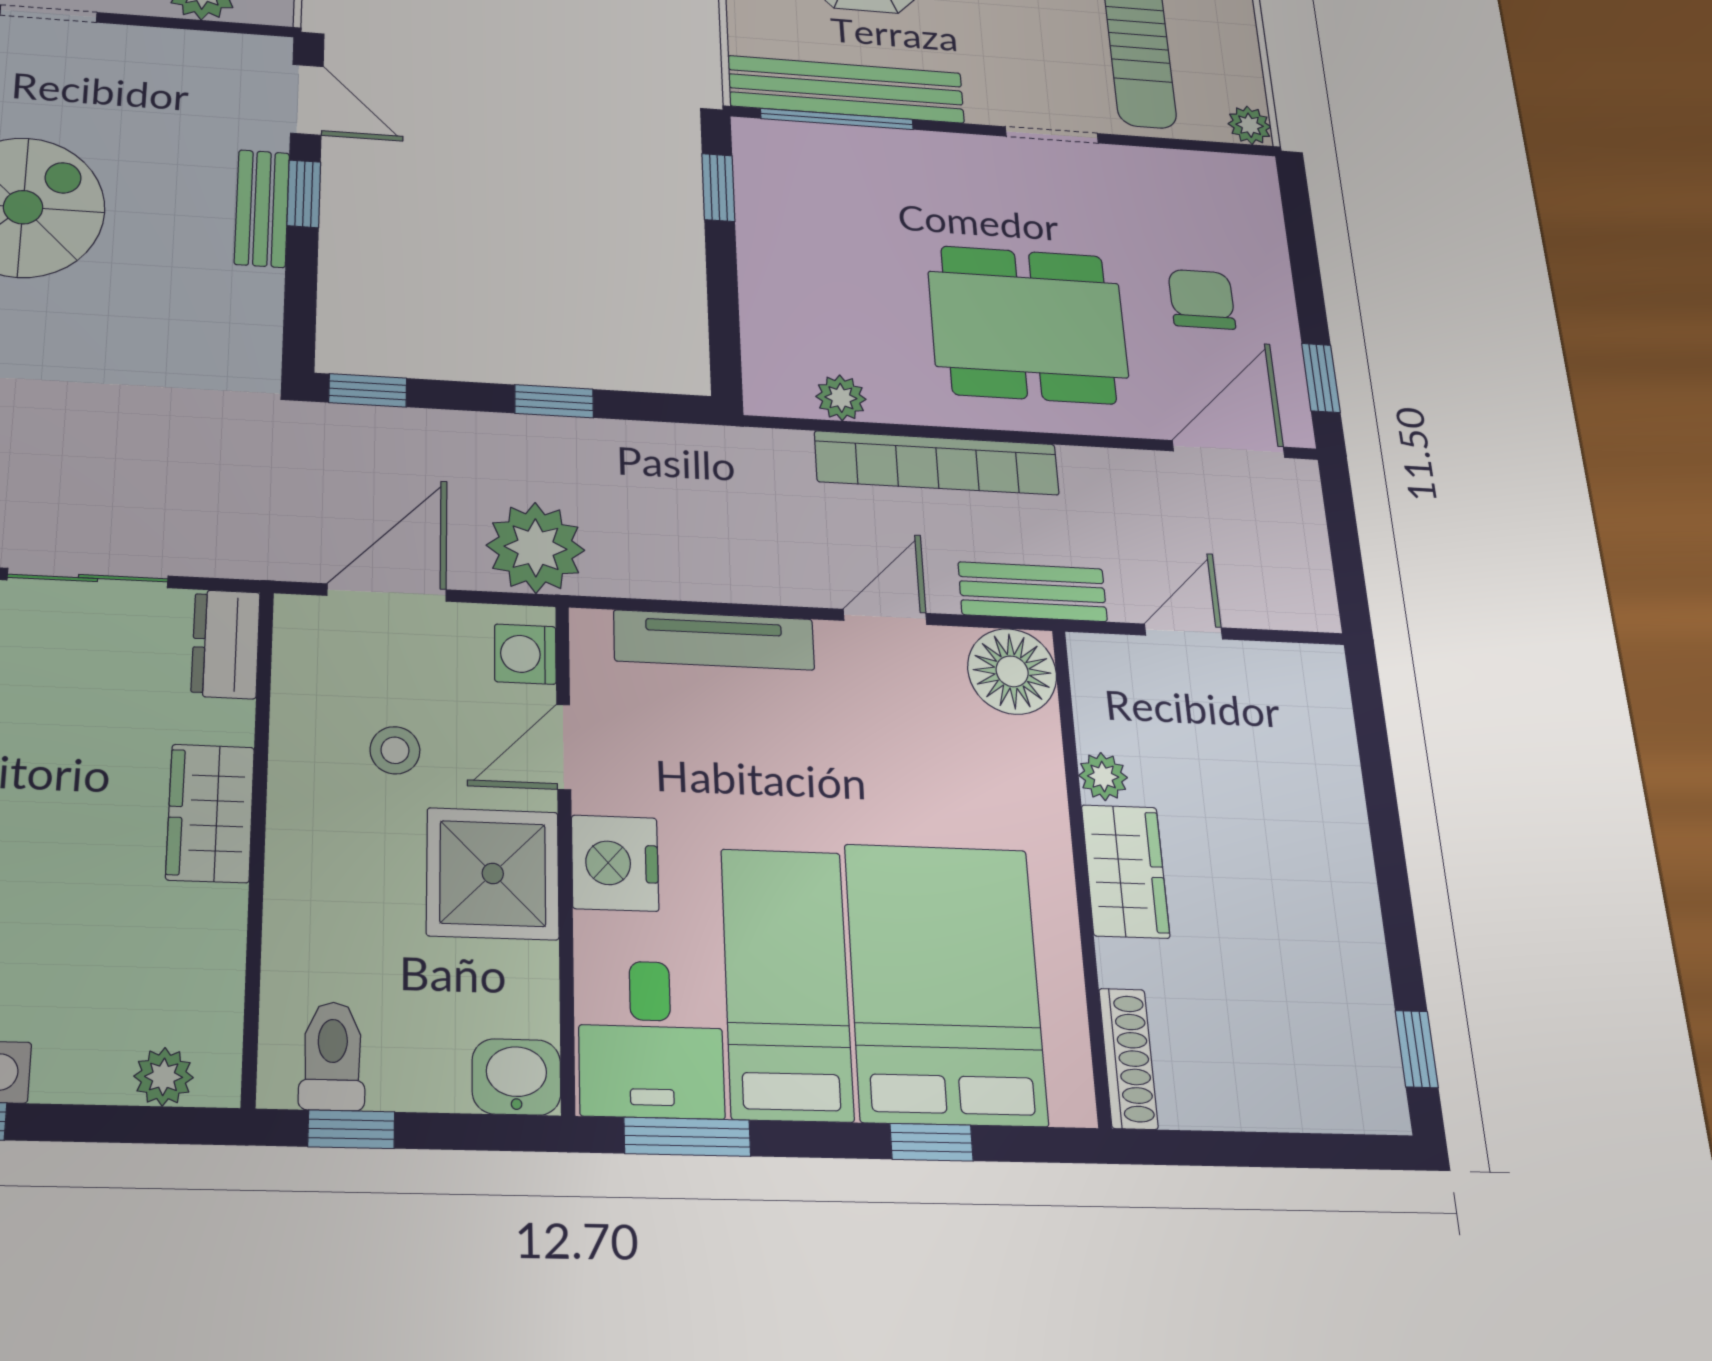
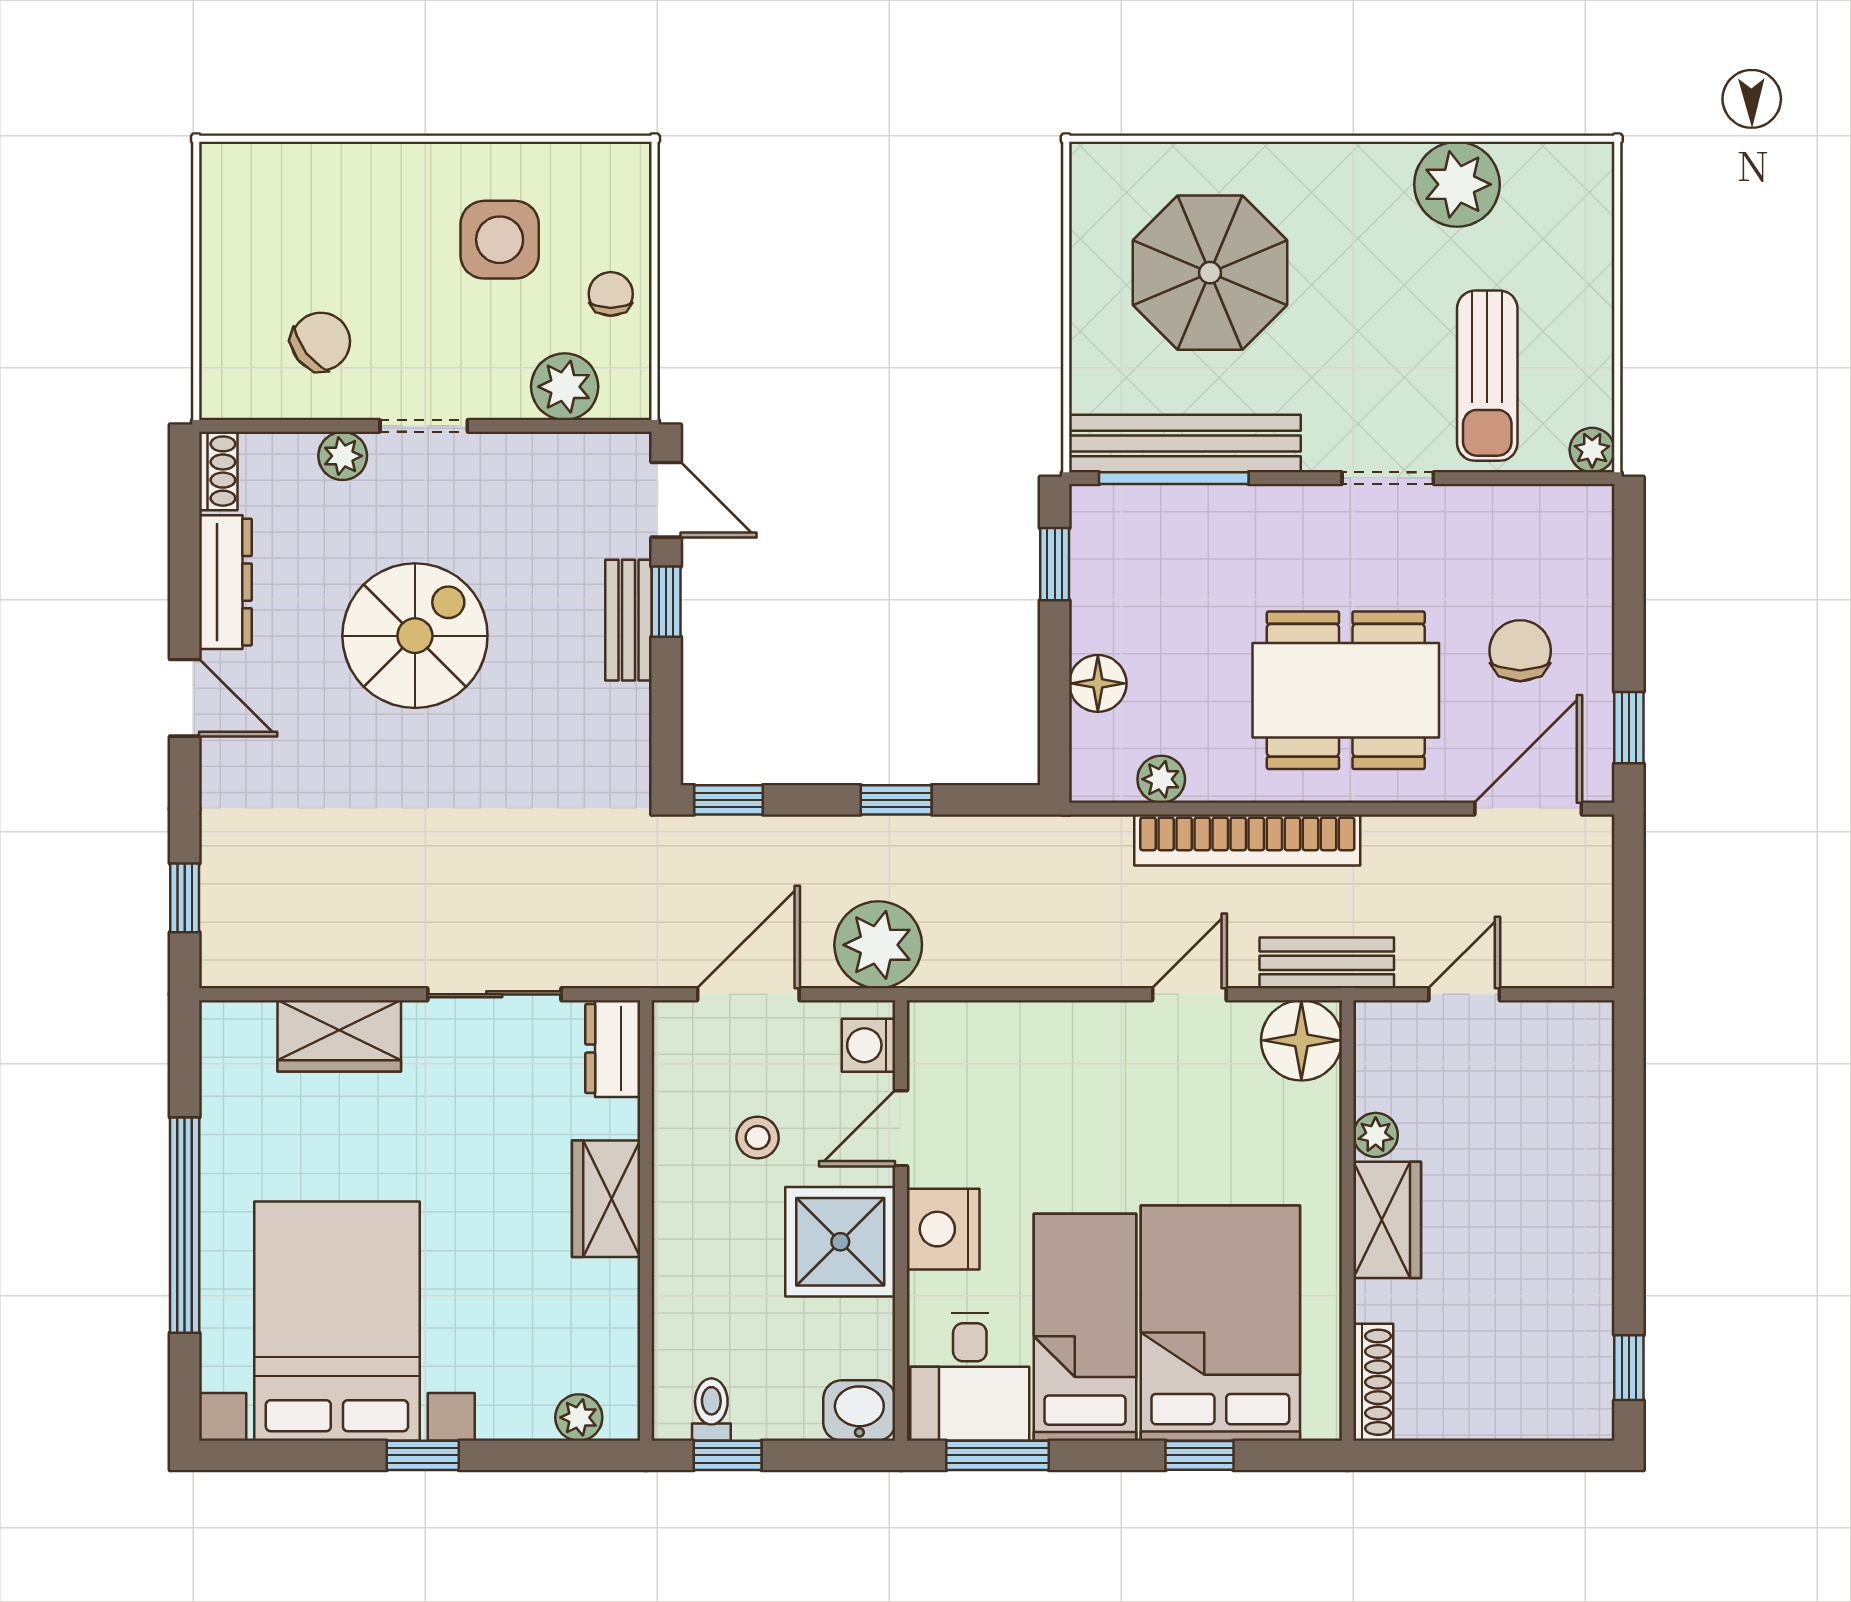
floor lamp: (769, 302) -> (1098, 683), added
tv unit: (714, 640) -> (1035, 1024), removed
toilet: (332, 1056) -> (711, 1410), width x0.73, depth x0.72

